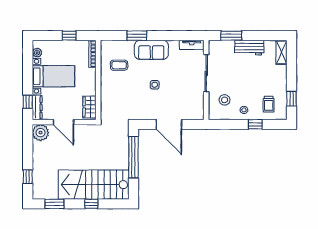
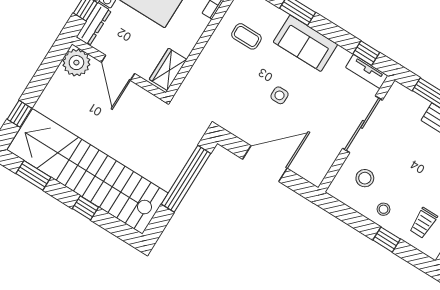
window: (185, 36) -> (366, 53), added
door: (169, 124) -> (265, 164), swing flipped
stairs: (94, 185) -> (88, 172), width x1.36

